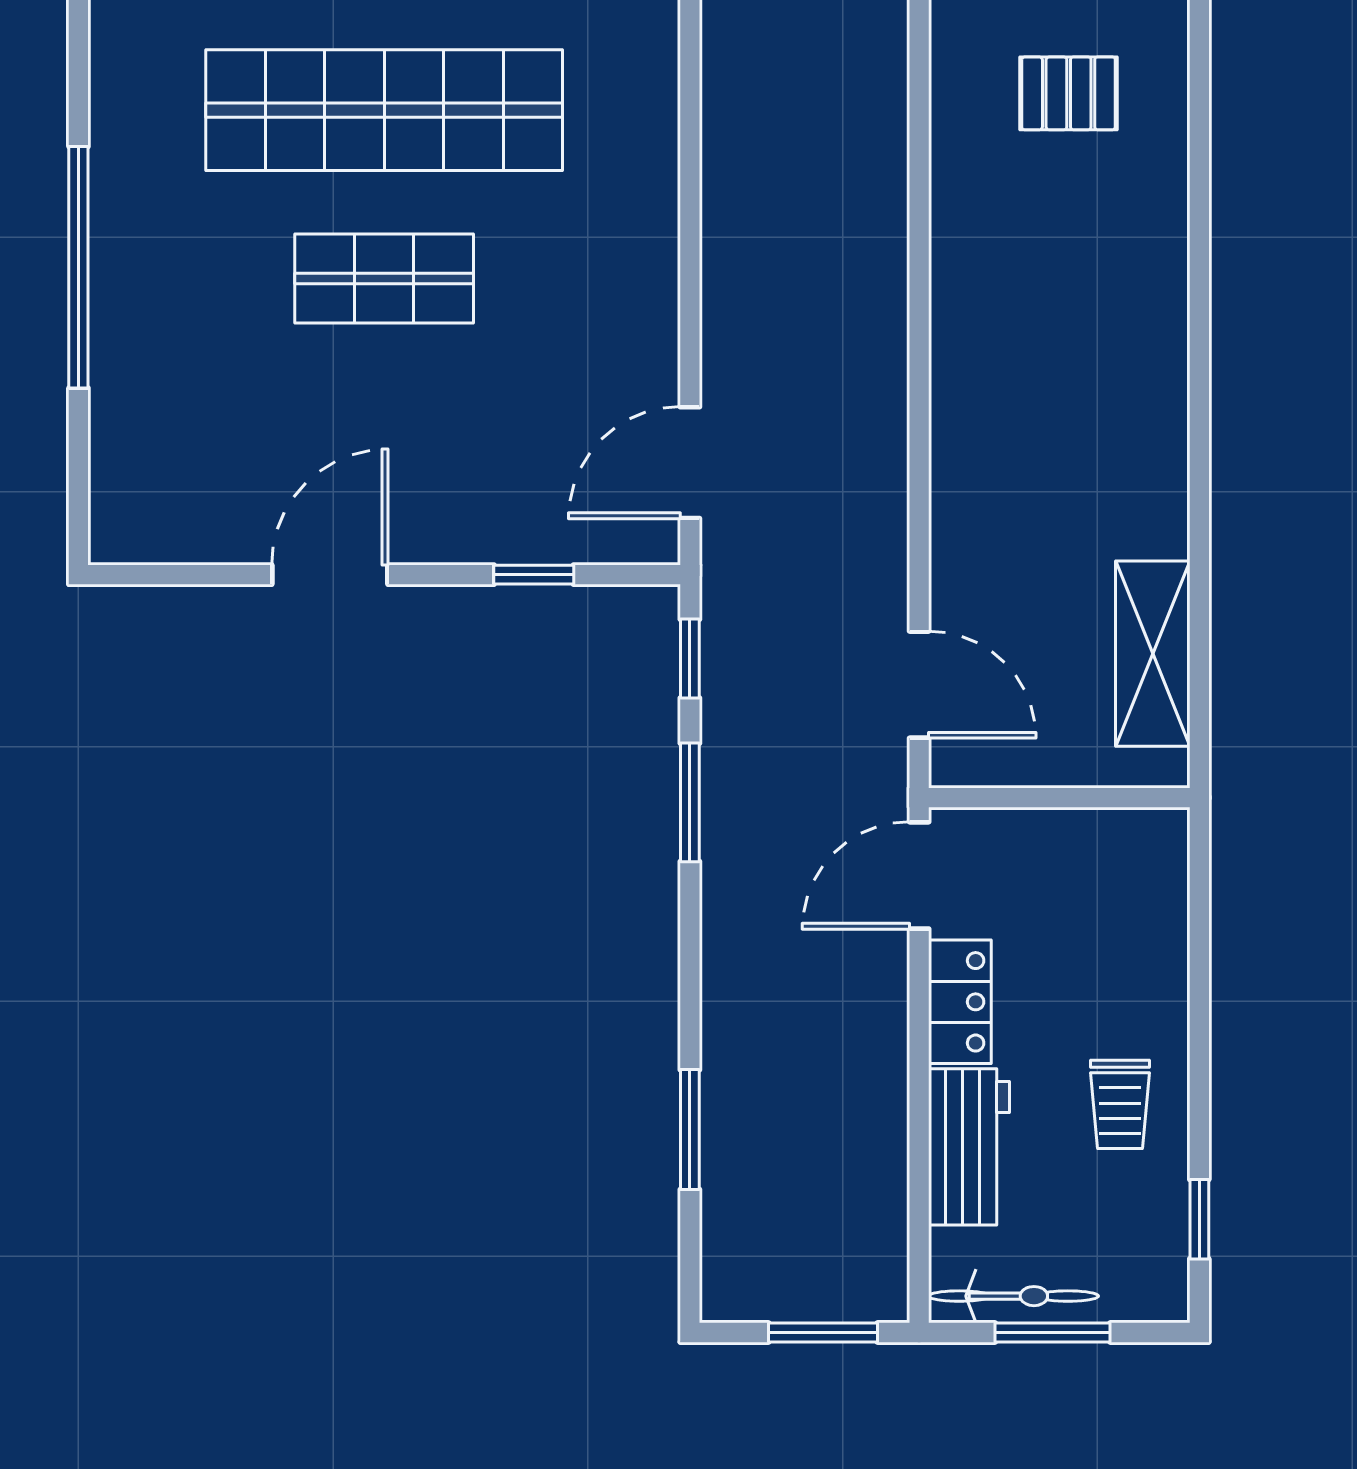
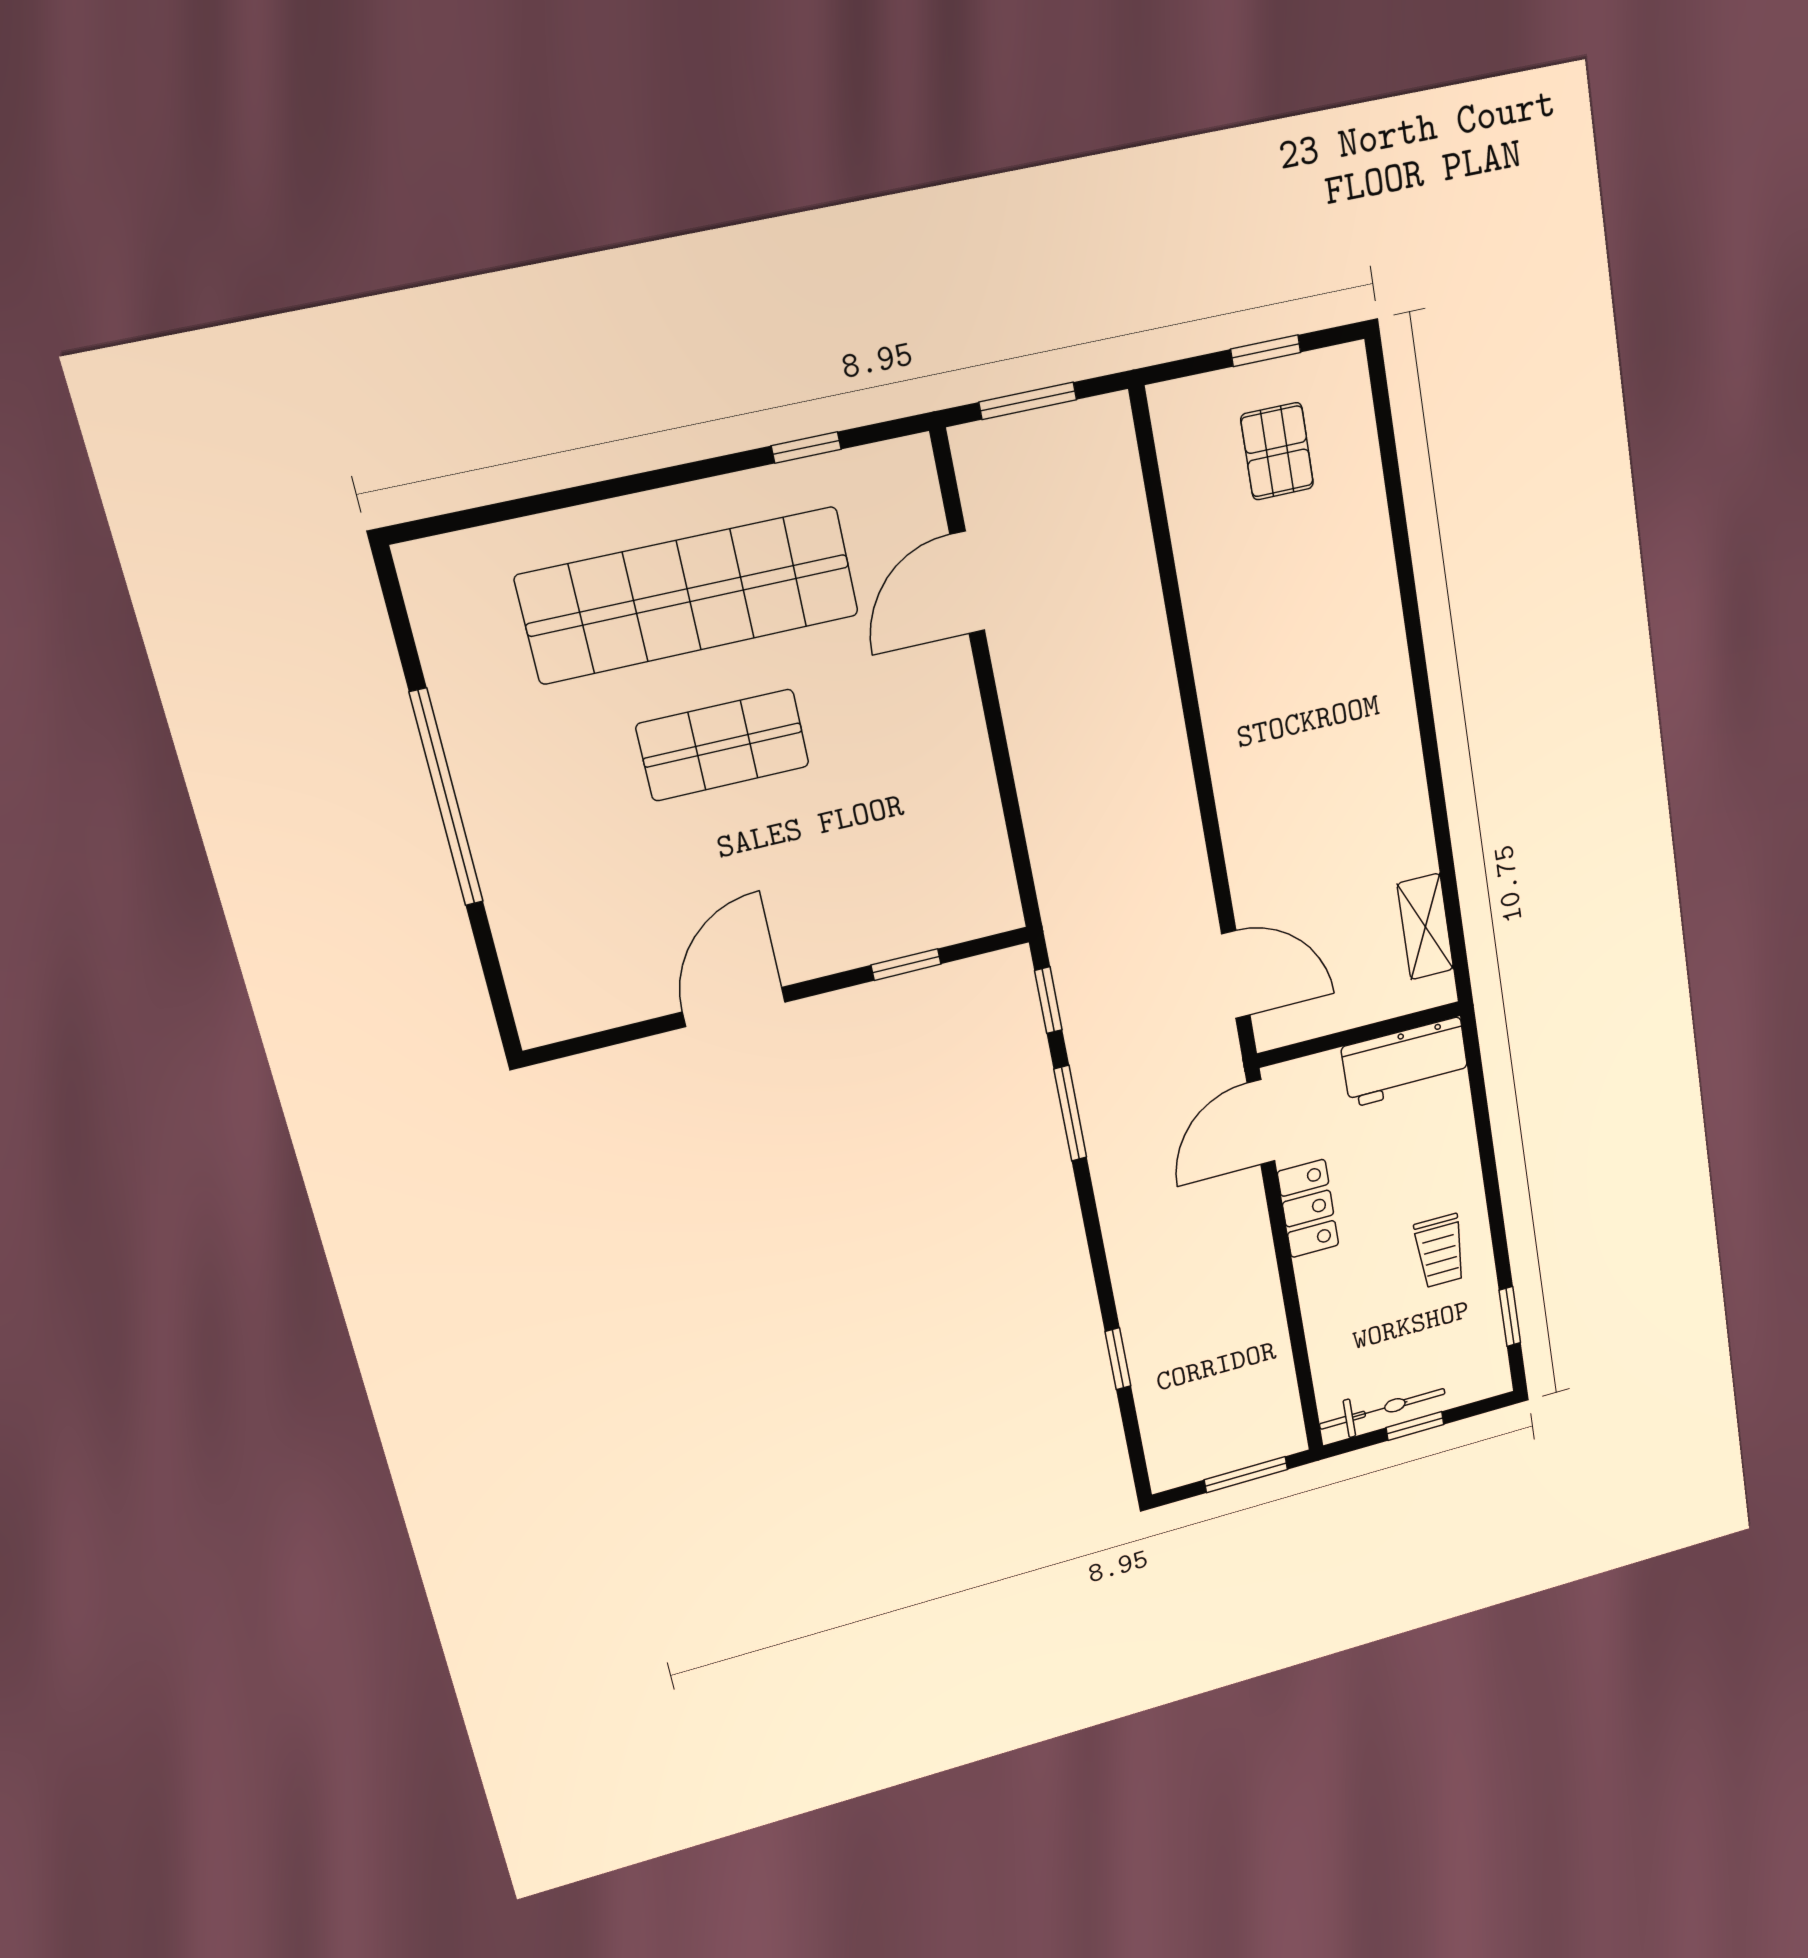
pallet: (1069, 93) -> (1277, 451), turned 90
door: (690, 463) -> (967, 583), moved
shelving: (1153, 654) -> (1425, 927), width x0.67, depth x0.75
window: (690, 1130) -> (1118, 1359), width x0.67
workbench: (969, 1147) -> (1405, 1062), moved, turned 90
window: (1053, 1333) -> (1415, 1426), width x0.67

